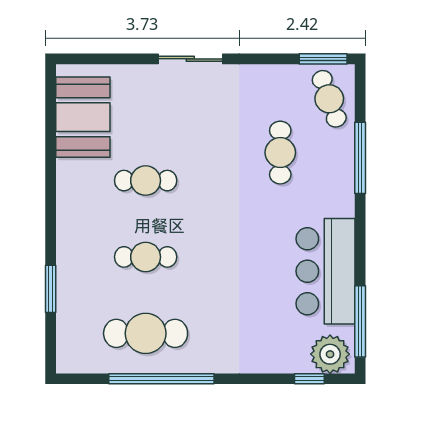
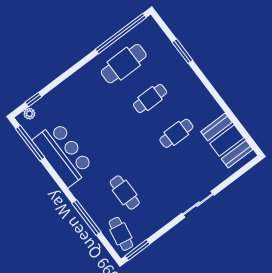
cafe table: (329, 99) -> (121, 234), turned 30
plant: (330, 354) -> (29, 114), width x0.53, depth x0.53
window: (161, 379) -> (121, 33), moved

